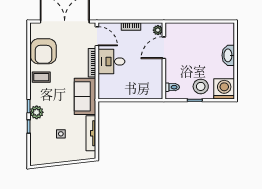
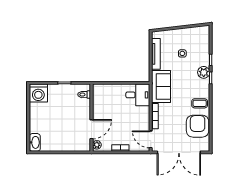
washbasin: (228, 55) -> (35, 142), moved
desk: (111, 61) -> (138, 95), moved
stool: (201, 86) -> (59, 95), removed

